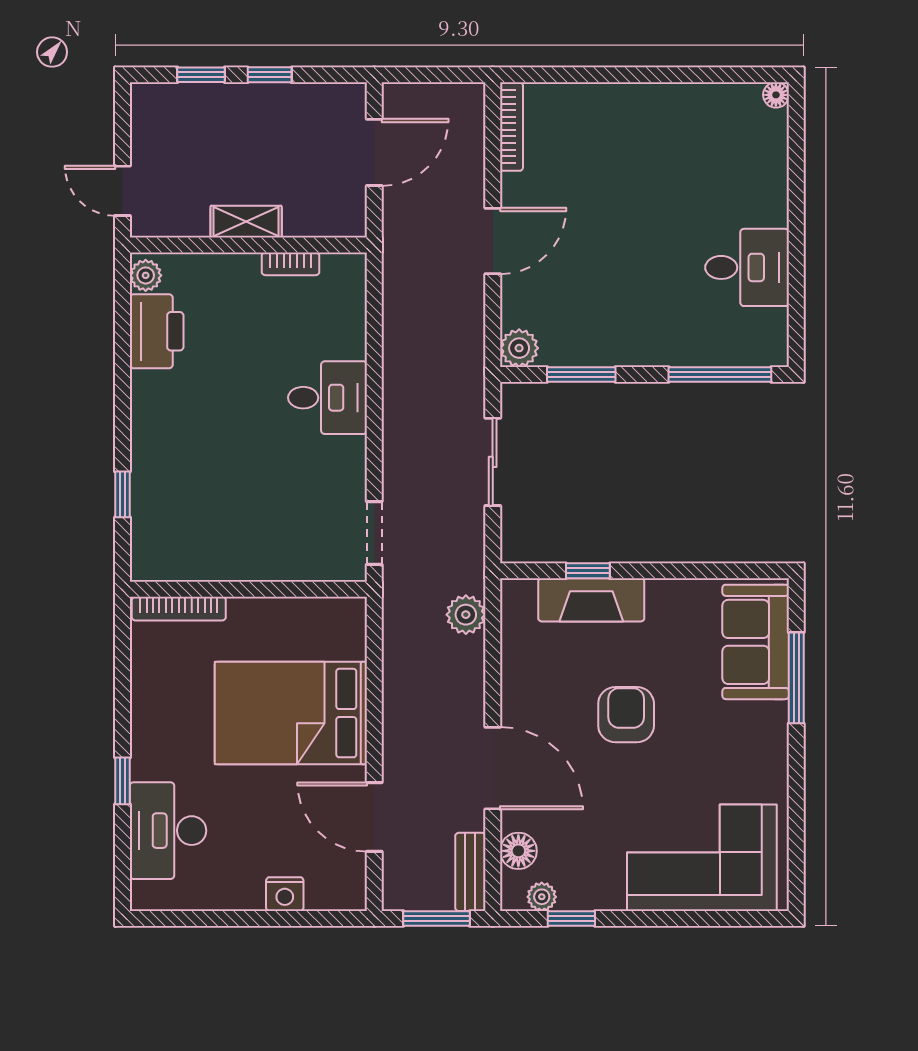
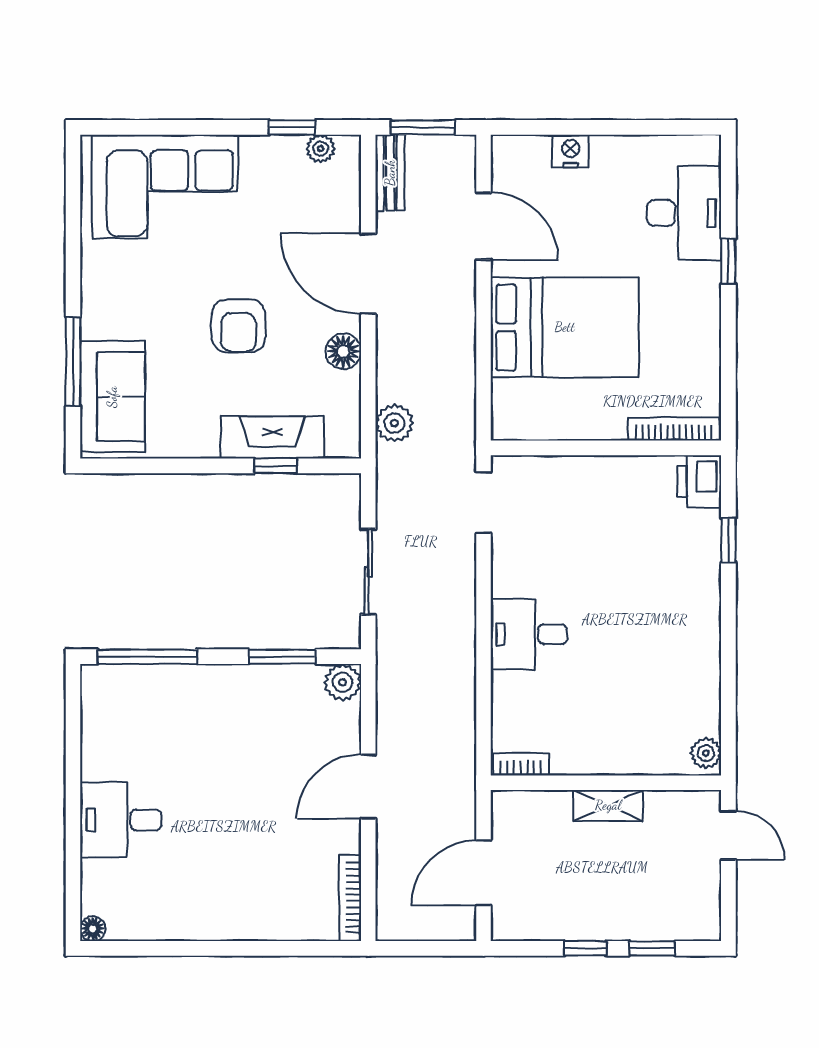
bookcase: (290, 264) -> (521, 764), moved
desk: (747, 267) -> (121, 820), moved
printer: (157, 331) -> (699, 481), moved, width x0.73, depth x0.84
floor lamp: (518, 851) -> (343, 351), moved

